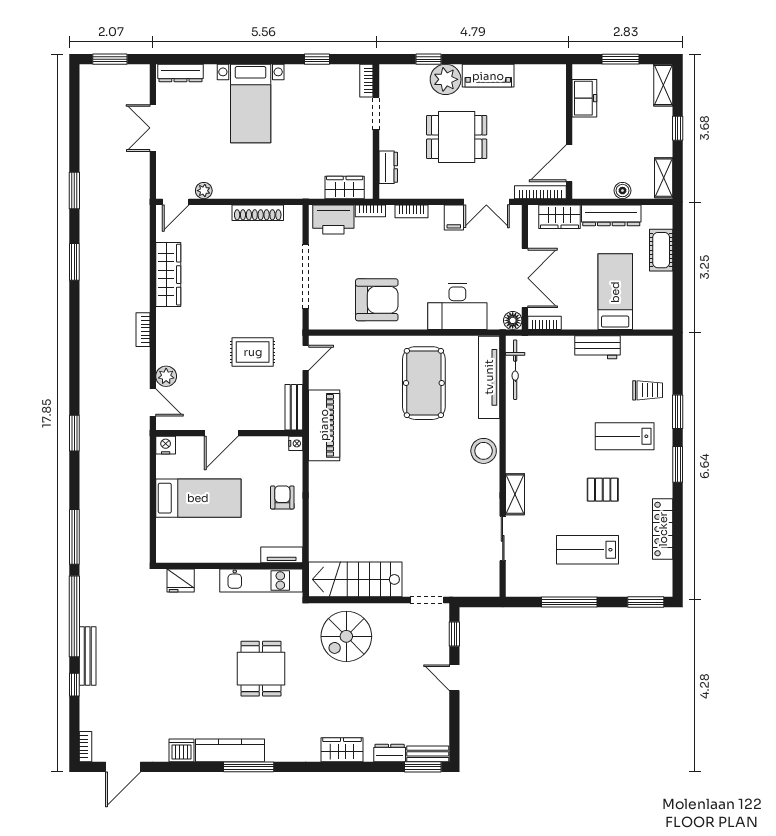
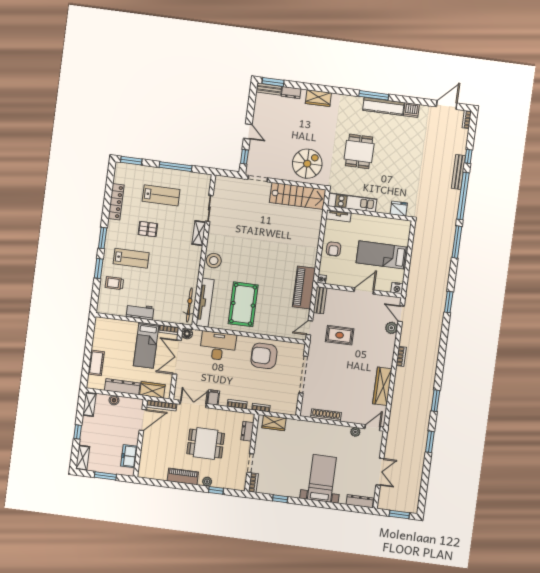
plant: (446, 79) -> (207, 482), width x0.53, depth x0.53
printer: (333, 219) -> (283, 405), removed
bed: (615, 292) -> (146, 345), moved

